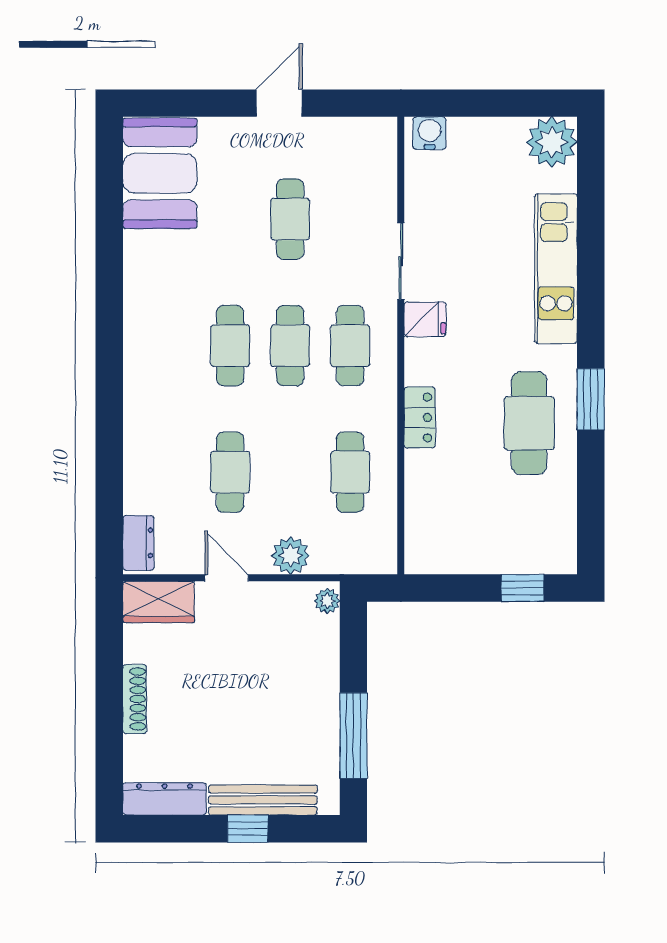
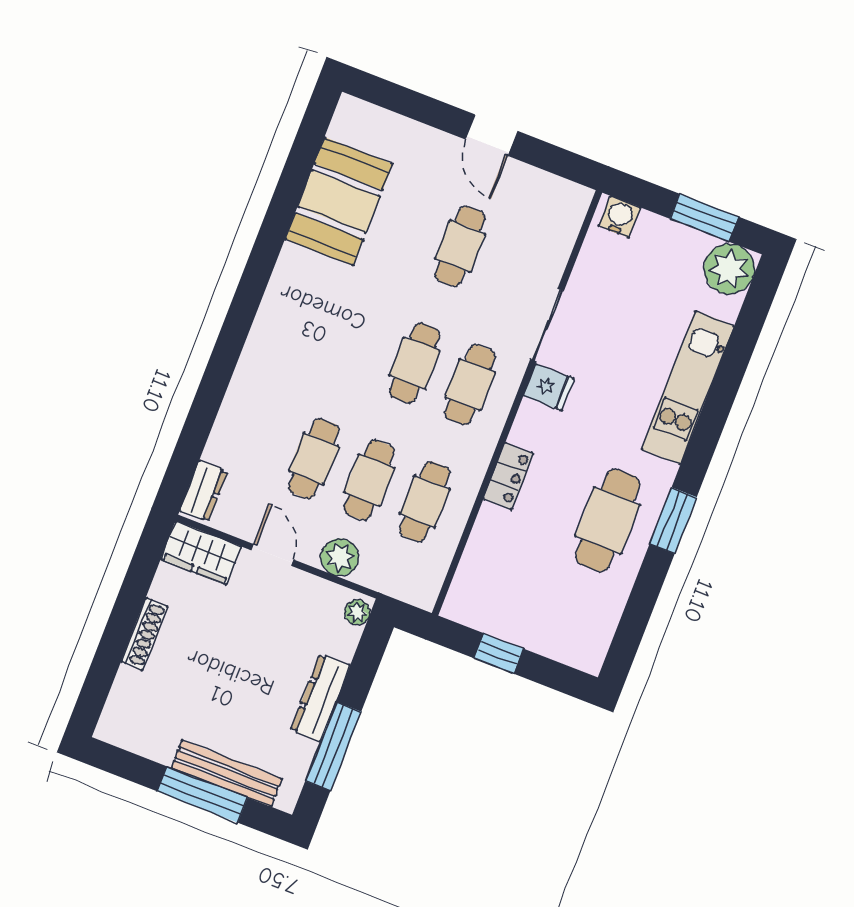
door: (279, 103) -> (491, 135), swing flipped
window: (510, 103) -> (704, 218), added
booth: (160, 173) -> (339, 201), moved
cafe table: (230, 346) -> (369, 480), moved
window: (523, 588) -> (499, 654), moved
dresser: (164, 799) -> (320, 698), moved, turned -90
window: (248, 829) -> (202, 794), width x2.17

